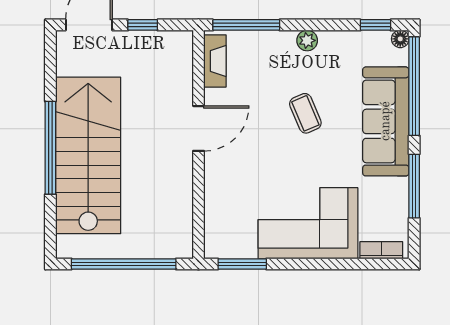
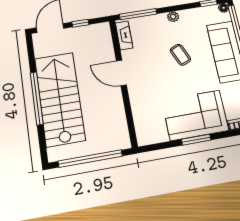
door: (198, 128) -> (121, 73), swing flipped
window: (242, 264) -> (196, 140), moved

